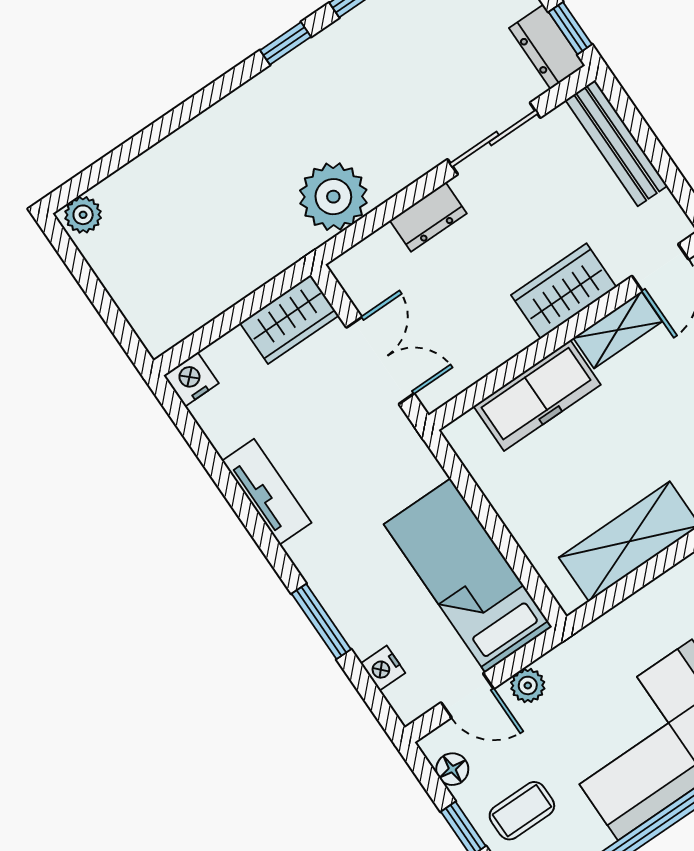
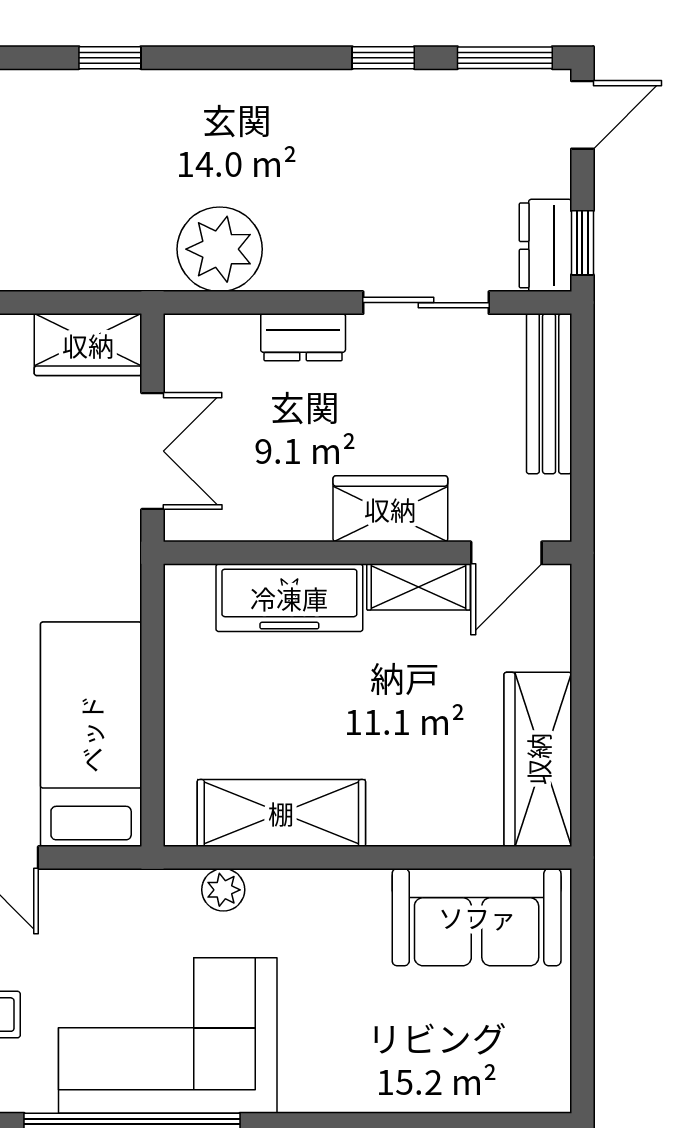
window: (285, 43) -> (110, 58), moved
plant: (528, 685) -> (223, 890), moved

